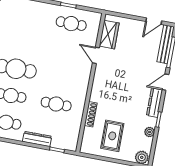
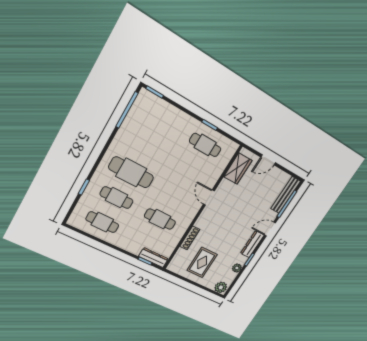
door: (154, 21) -> (268, 160), moved
door: (96, 55) -> (209, 197), moved
dresser: (37, 139) -> (154, 258), moved

